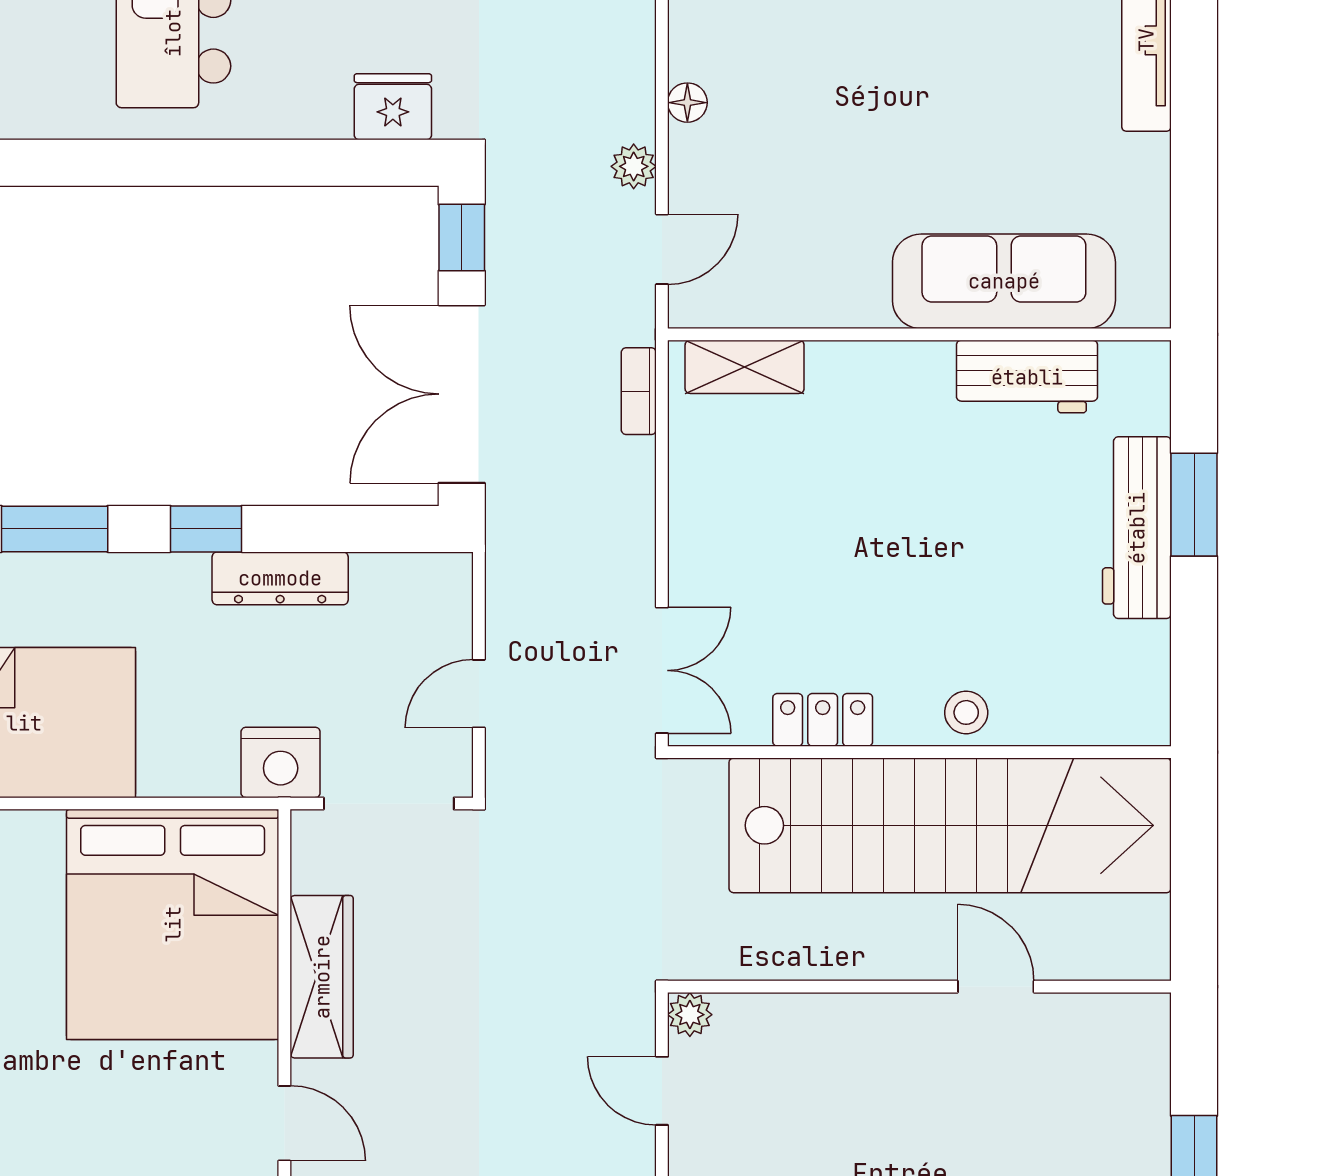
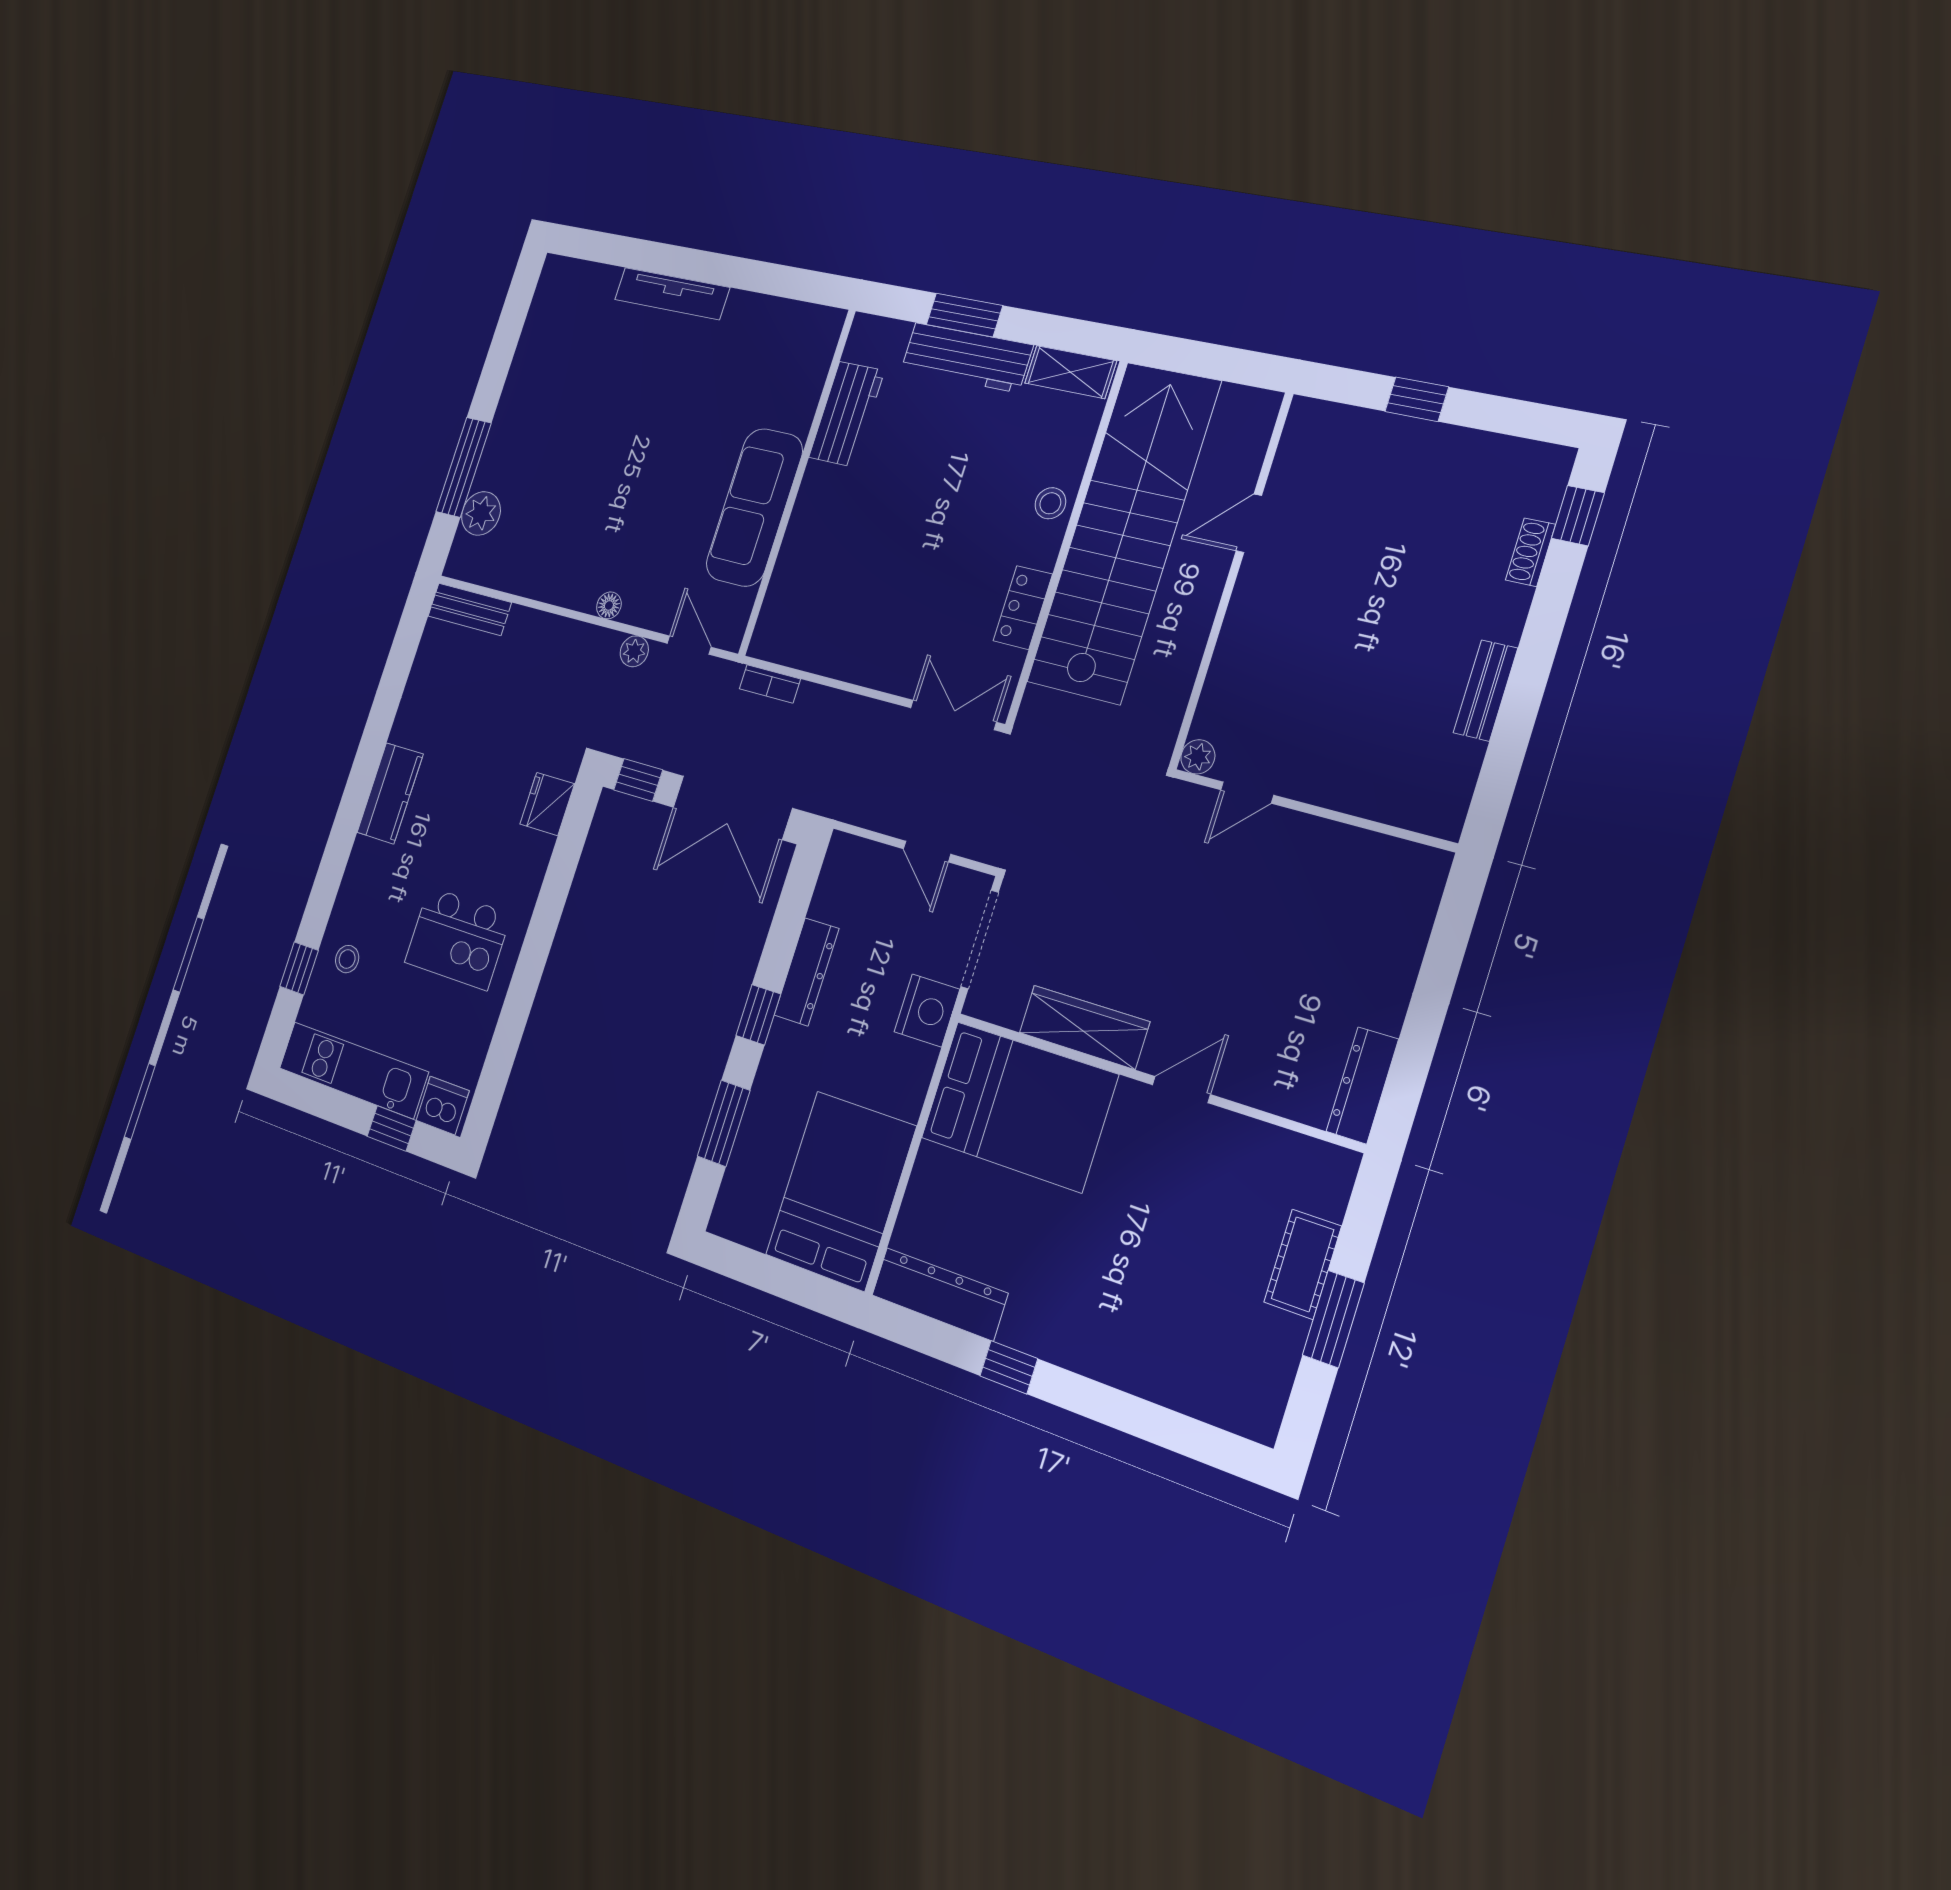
sofa: (1004, 281) -> (754, 507), moved
shelving: (745, 367) -> (1071, 372), moved, turned 90
bed: (173, 924) -> (1019, 1106), width x0.73

